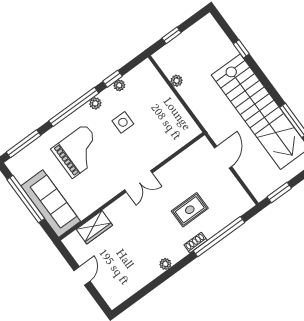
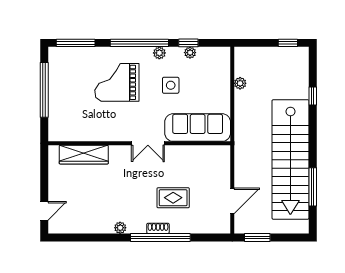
window: (172, 35) -> (288, 43), moved
grand piano: (79, 151) -> (117, 82), turned 180
door: (223, 157) -> (232, 201), moved
sofa: (51, 204) -> (198, 128), moved, turned -90
wardrobe: (94, 227) -> (84, 155), width x1.50
window: (219, 237) -> (160, 238), moved
door: (82, 276) -> (44, 211), moved

